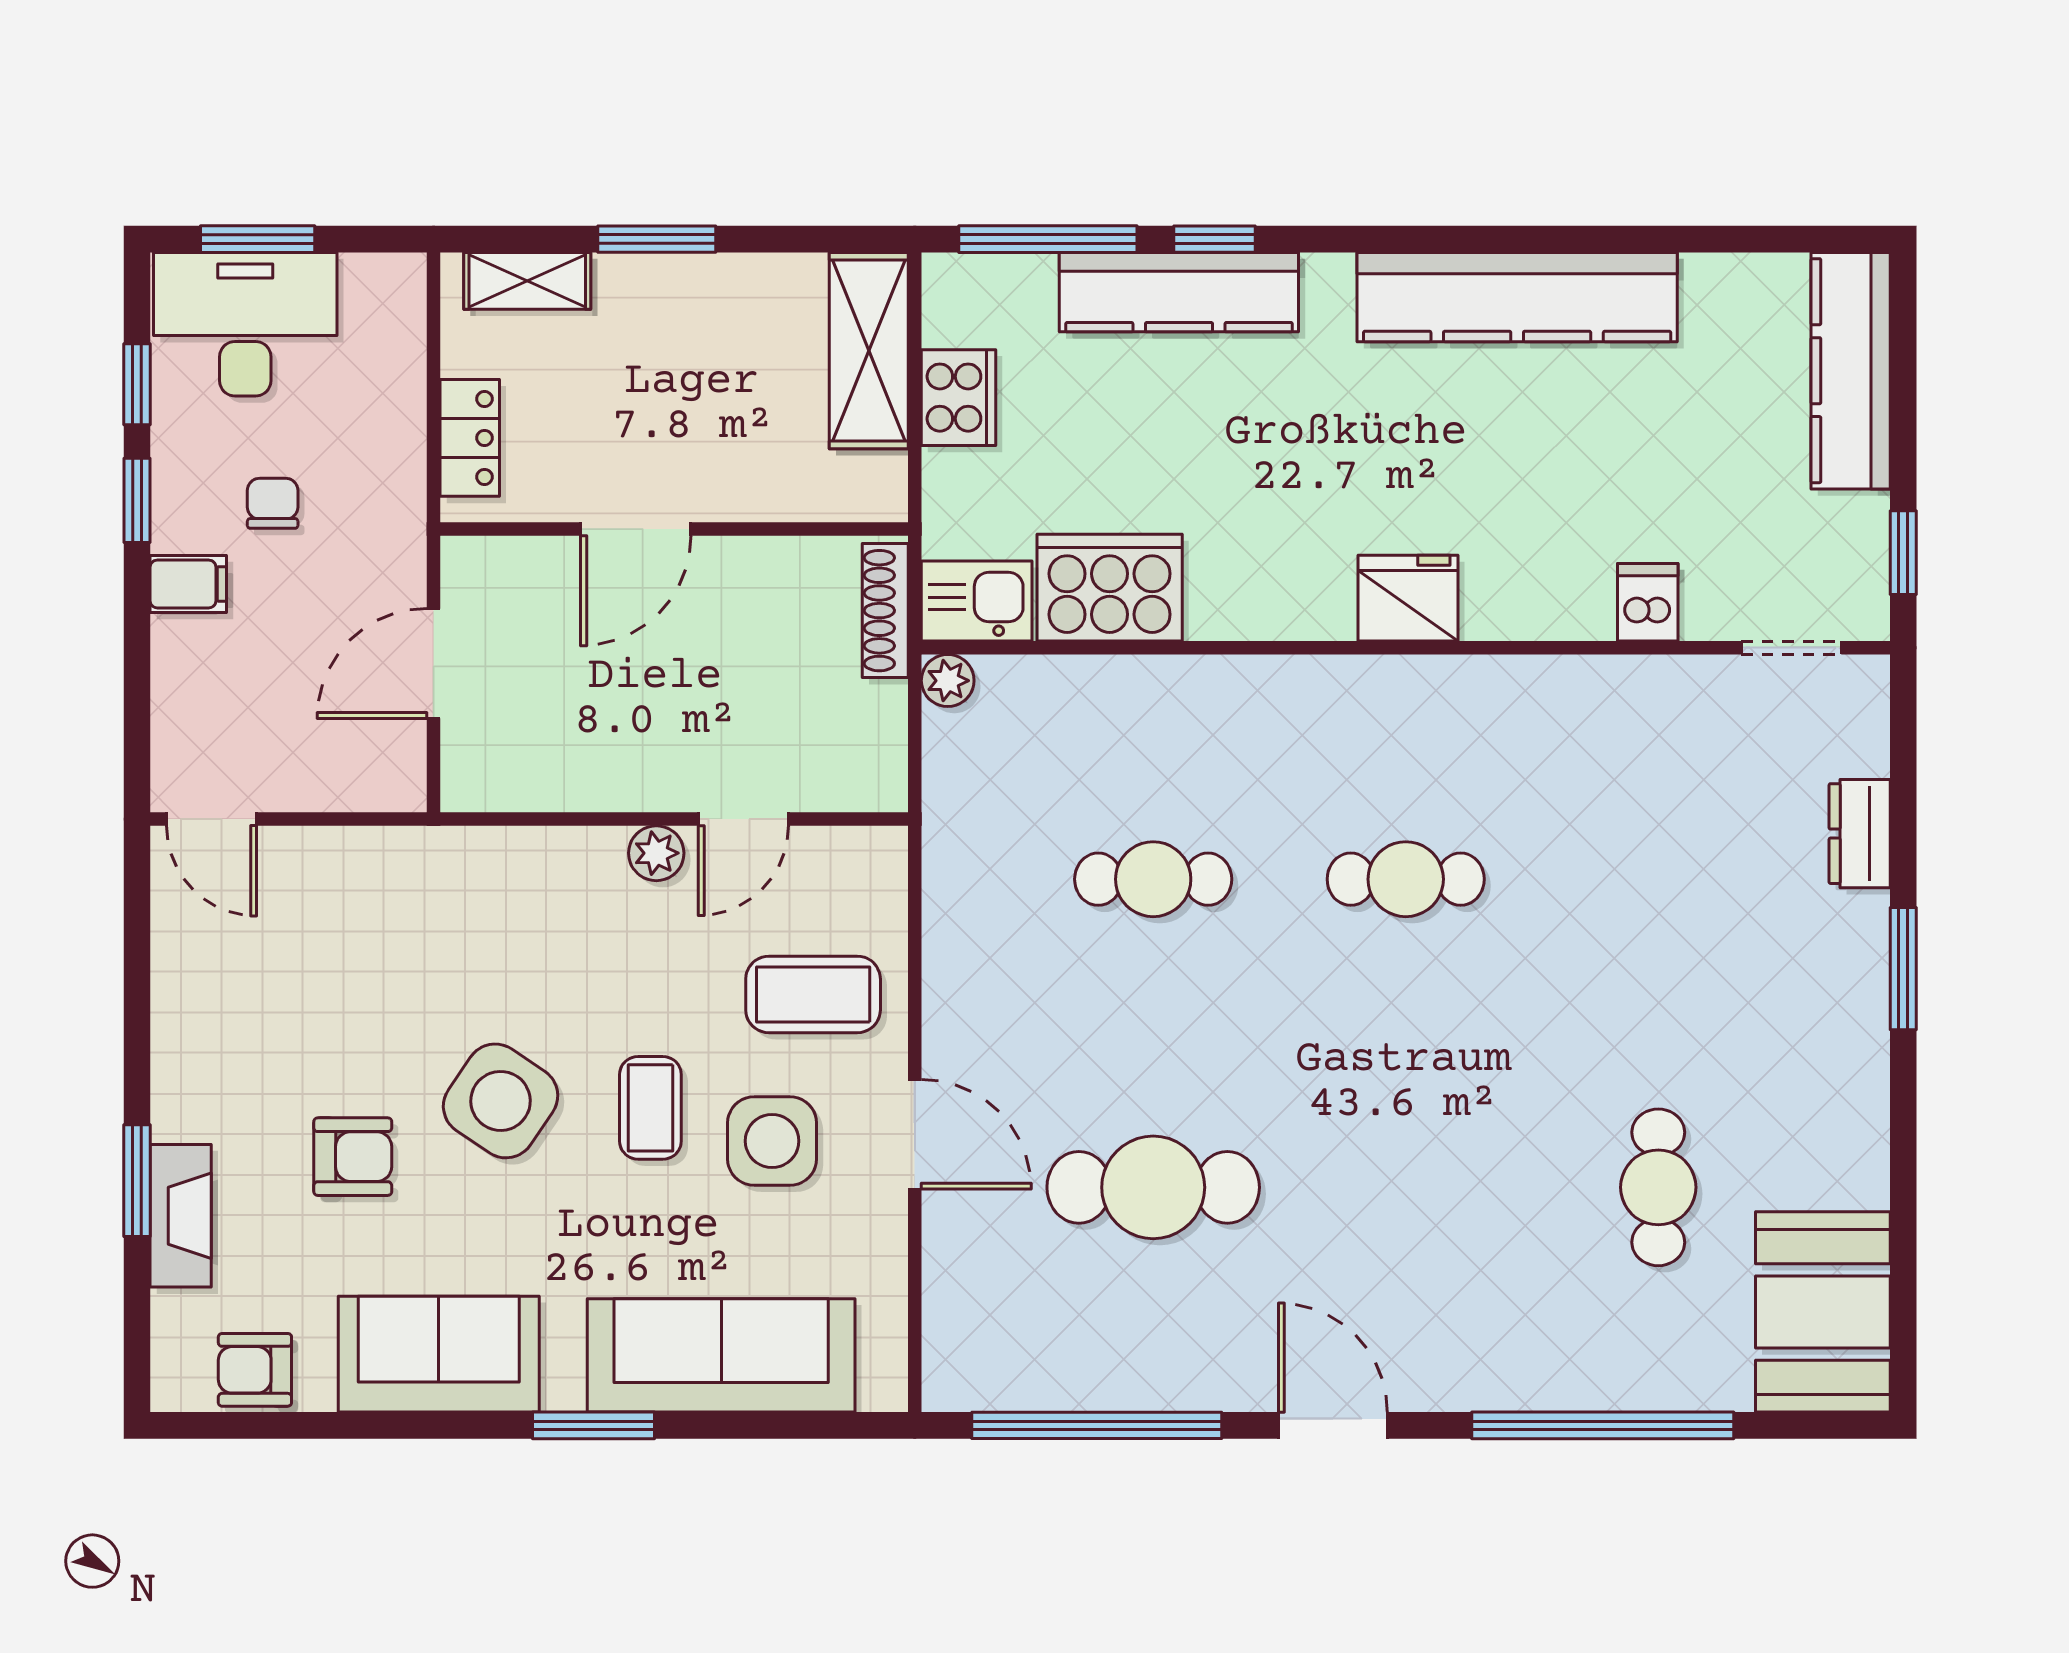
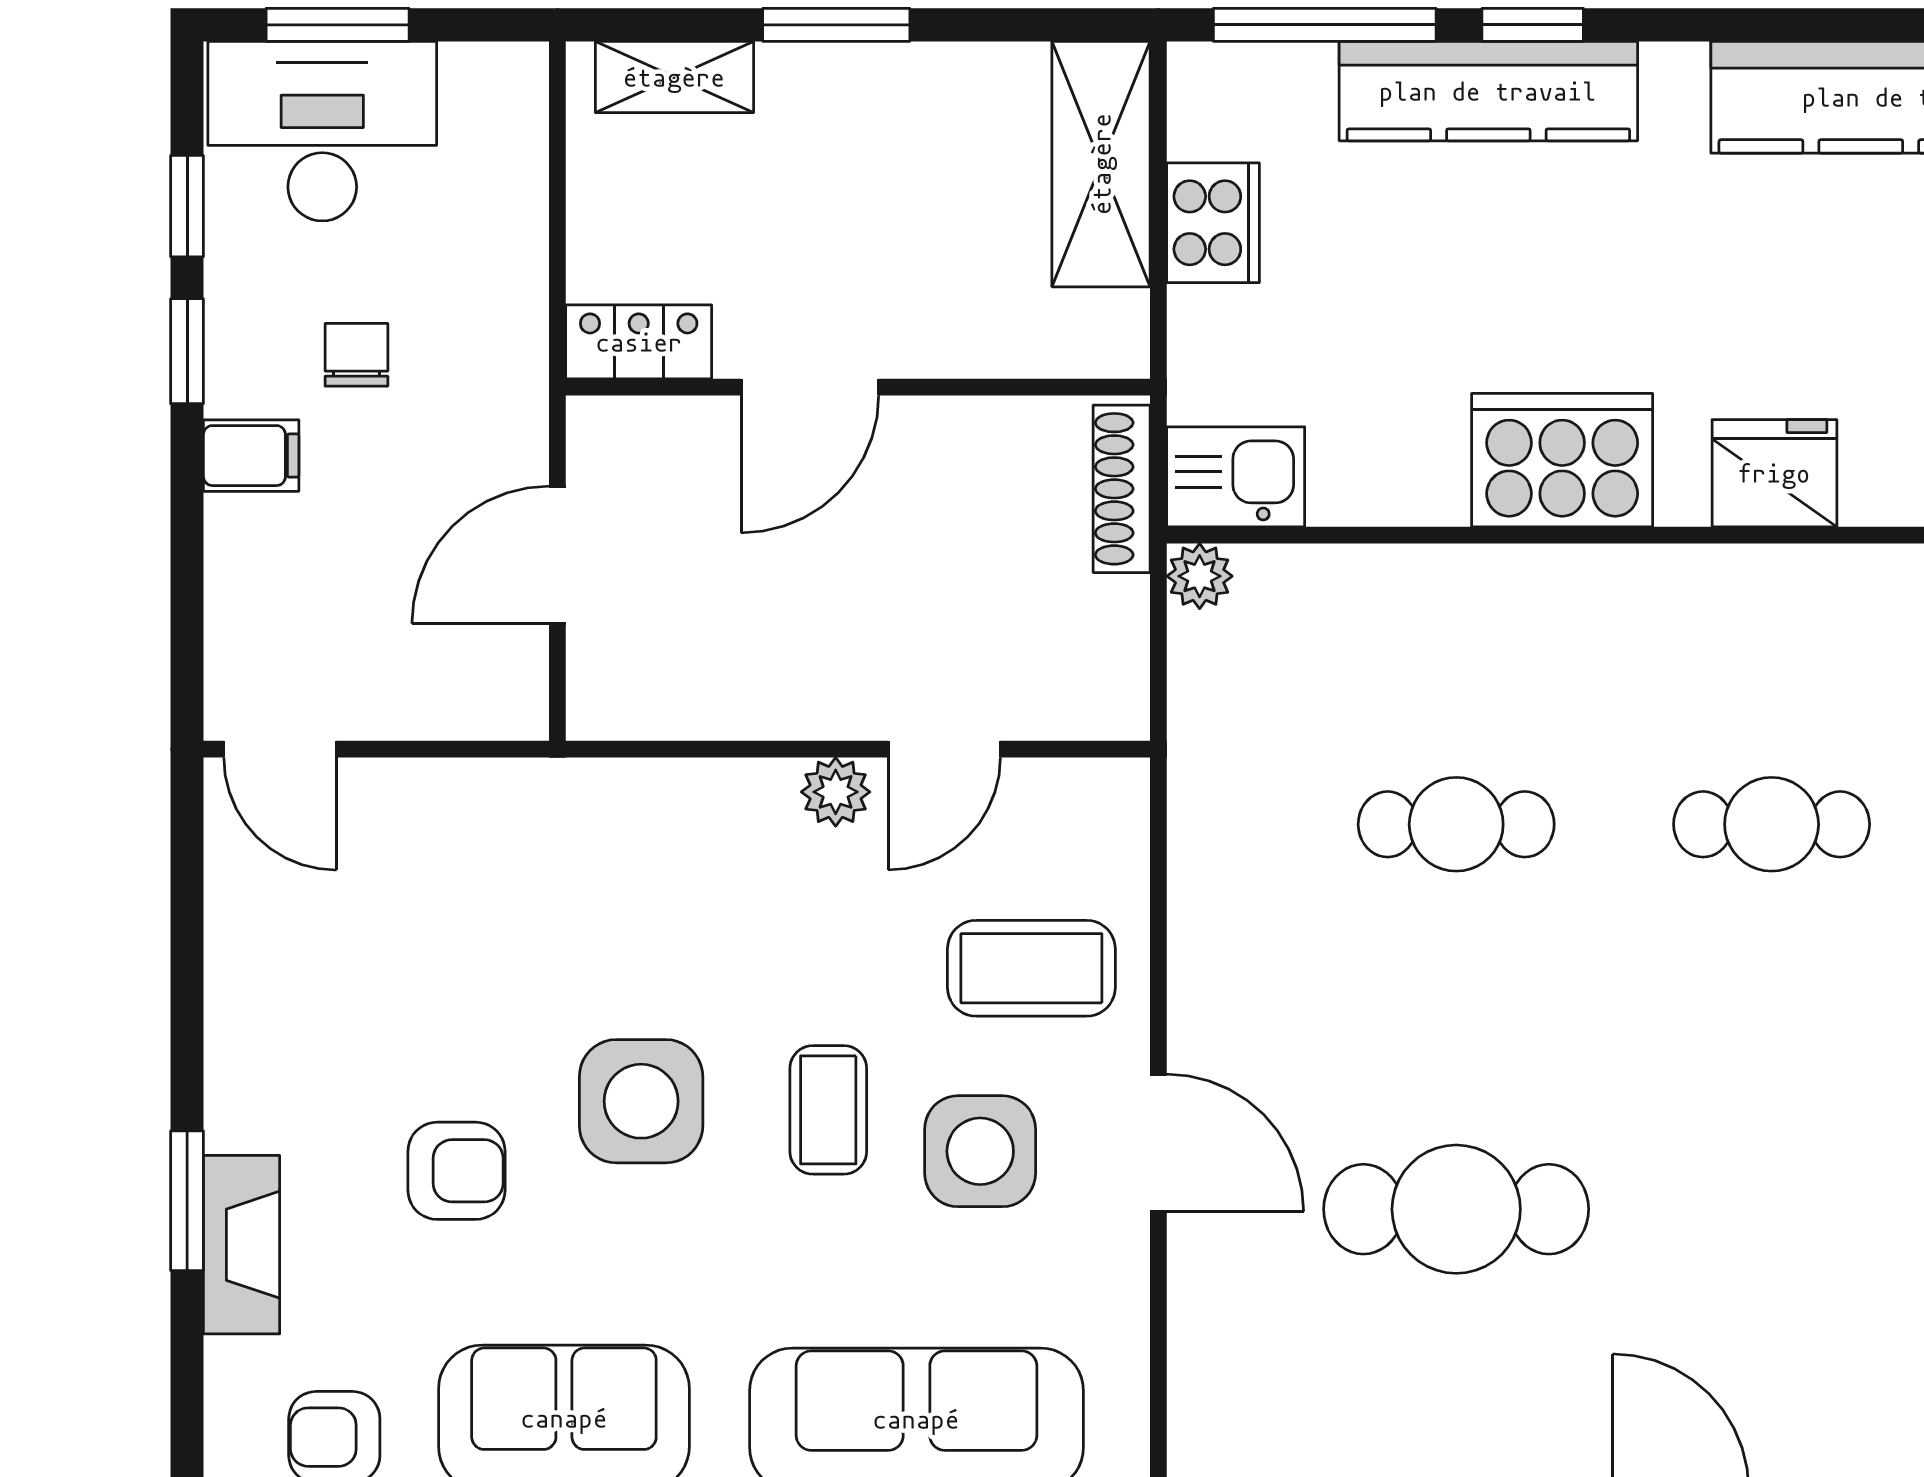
locker: (470, 438) -> (639, 342), moved, turned -90
cooker: (1110, 588) -> (1562, 460), moved
side table: (501, 1101) -> (641, 1101), turned -34

